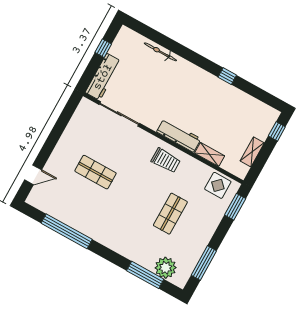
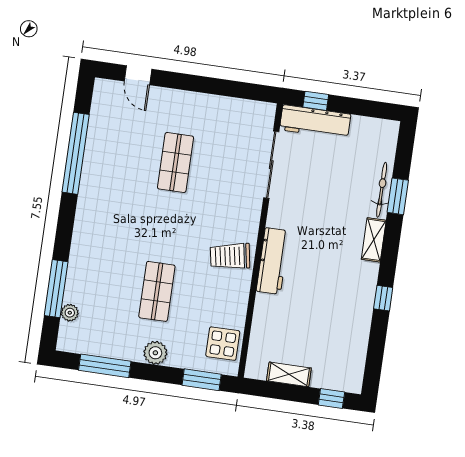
window: (168, 43) -> (398, 196), added
window: (103, 48) -> (316, 101), moved
shelving: (210, 154) -> (374, 240), moved
trolley: (166, 160) -> (230, 256), turned 80
shop shelf: (170, 214) -> (157, 291), turned 90
plant: (208, 229) -> (155, 353), added
plant: (166, 268) -> (70, 313), width x0.53, depth x0.53

